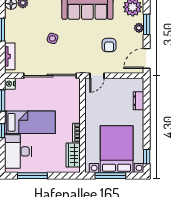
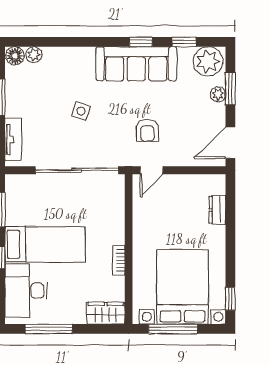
armchair: (109, 45) -> (147, 130), moved
nightstand: (10, 84) -> (13, 183), removed
wardrobe: (73, 155) -> (106, 313), moved, turned 90

